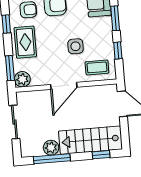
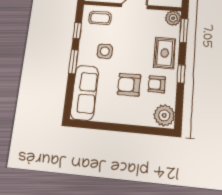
side table: (75, 46) -> (105, 51), moved

